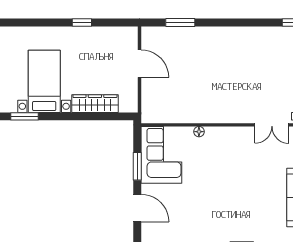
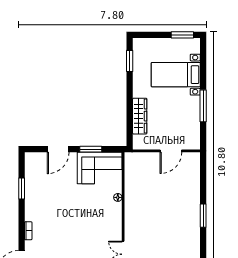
window: (82, 23) -> (203, 106), width x2.17
window: (180, 23) -> (203, 216), moved
bed with nightstands: (44, 81) -> (176, 75), moved, turned 180

